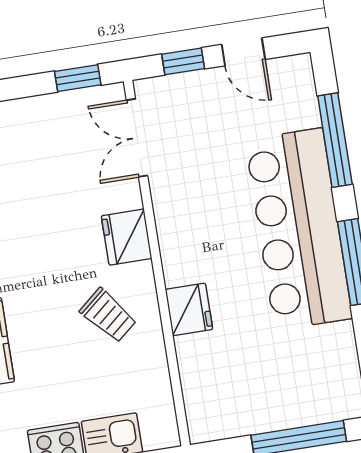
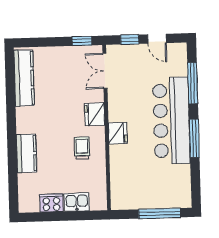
fridge: (189, 309) -> (118, 133), moved
trolley: (108, 315) -> (82, 148), turned -140

